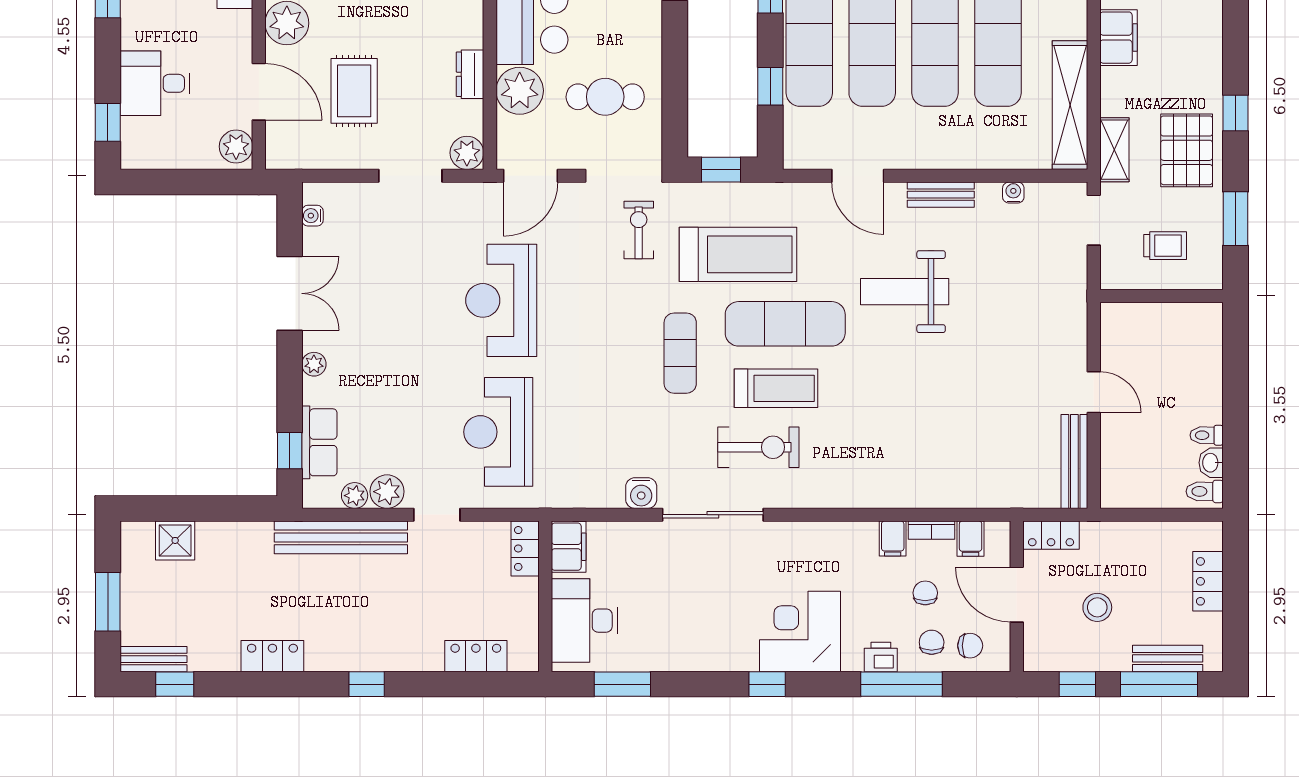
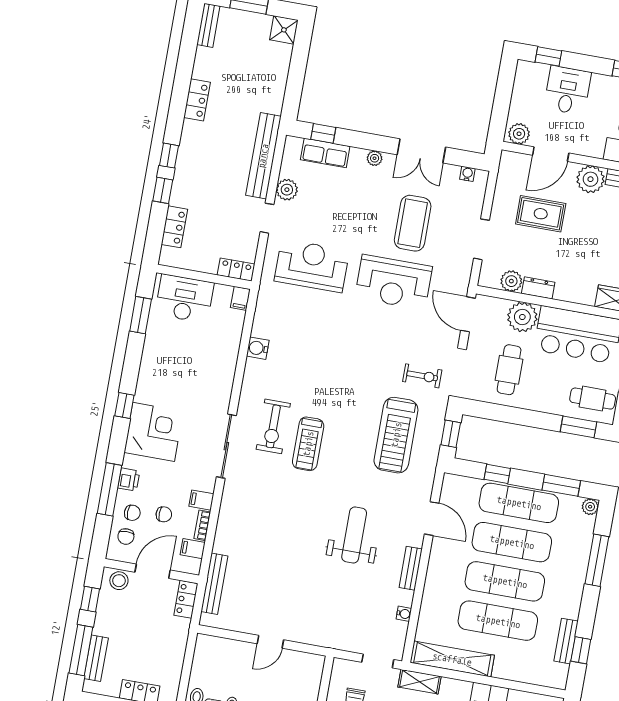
plant: (467, 153) -> (511, 281), moved
door: (858, 176) -> (432, 519), swing flipped
coffee table: (404, 287) -> (413, 223), added
reception desk: (501, 300) -> (394, 282), turned 180
exercise mat: (785, 324) -> (347, 457), removed
exercise mat: (680, 353) -> (341, 388), removed
bench: (1074, 461) -> (214, 584), moved, turned 90
plant: (355, 496) -> (288, 169), removed
sliding door: (713, 515) -> (226, 446), moved
shower: (175, 540) -> (284, 30), moved
filing cabinet: (569, 547) -> (240, 298), width x0.50
stool: (1097, 607) -> (119, 581), moved
window: (175, 684) -> (163, 190), moved

